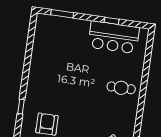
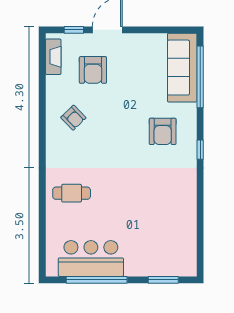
window: (112, 21) -> (97, 280), width x3.17

